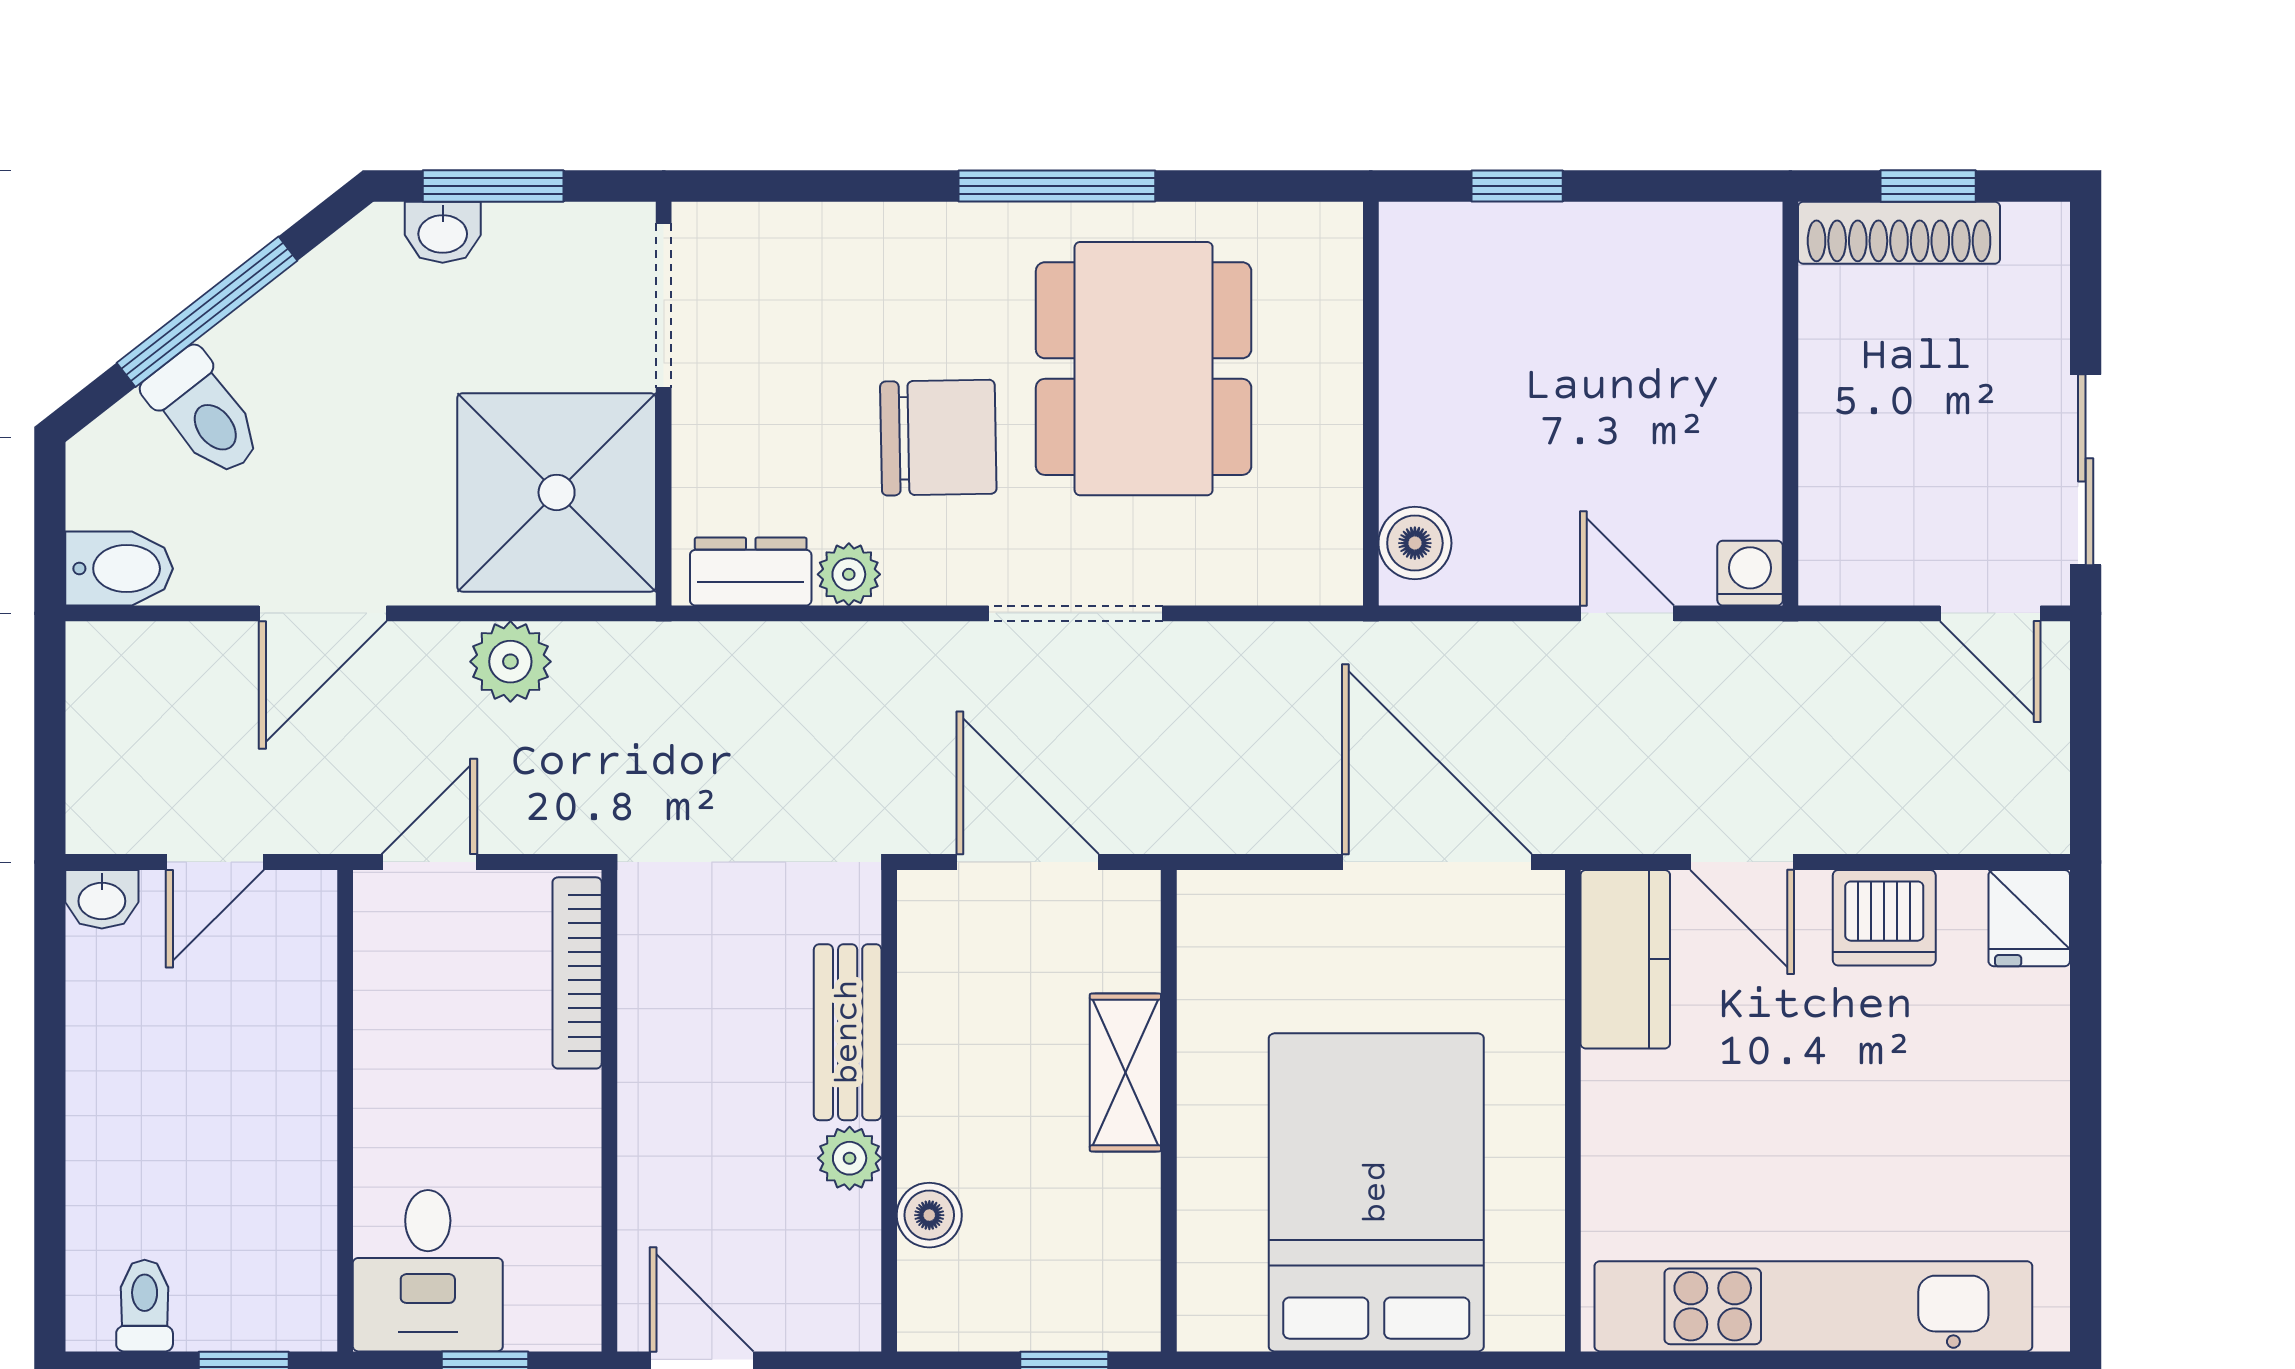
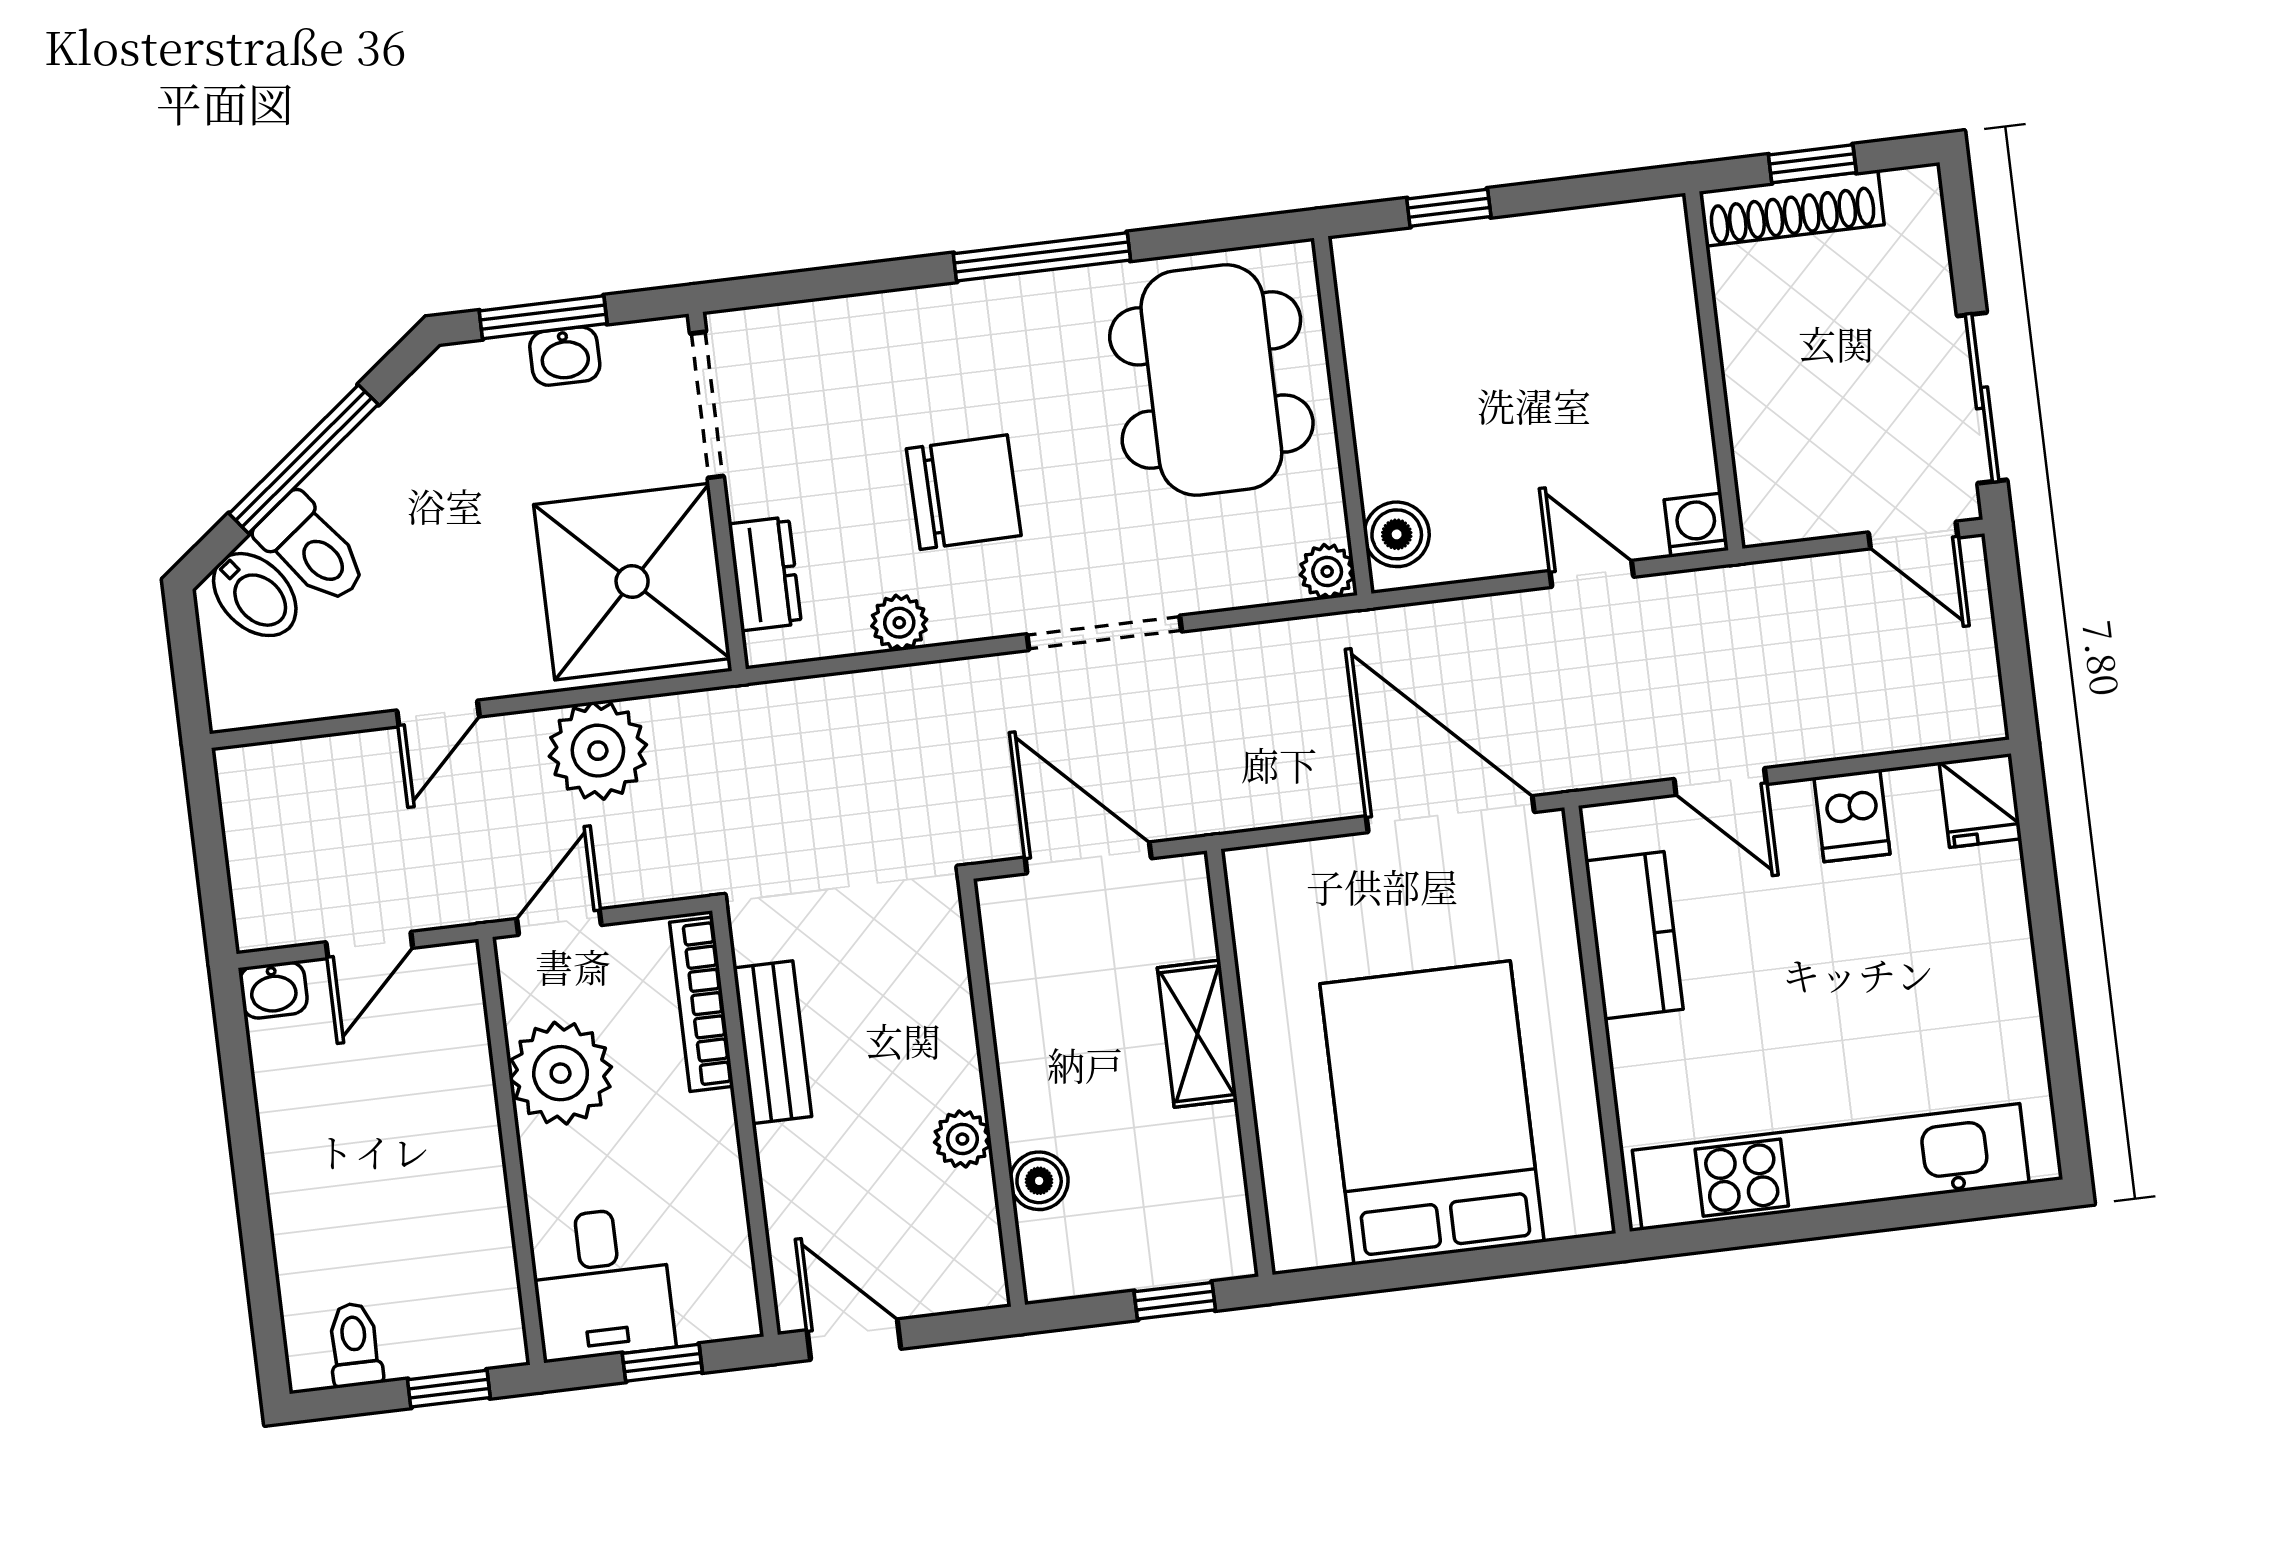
washbasin: (443, 232) -> (565, 356), moved
dining table: (1144, 369) -> (1211, 380), moved
bidet: (119, 569) -> (255, 595), moved, turned 52
dresser: (751, 572) -> (765, 574), moved, turned 90
plant: (1332, 575) -> (1327, 571), added
door: (323, 613) -> (438, 713), width x0.73
plant: (510, 662) -> (598, 751), width x1.36, depth x1.36
dishwasher: (1884, 918) -> (1852, 816), width x0.73
kitchen counter: (1625, 959) -> (1634, 935), moved
plant: (411, 1031) -> (561, 1073), added
bench: (848, 1032) -> (772, 1042), moved

